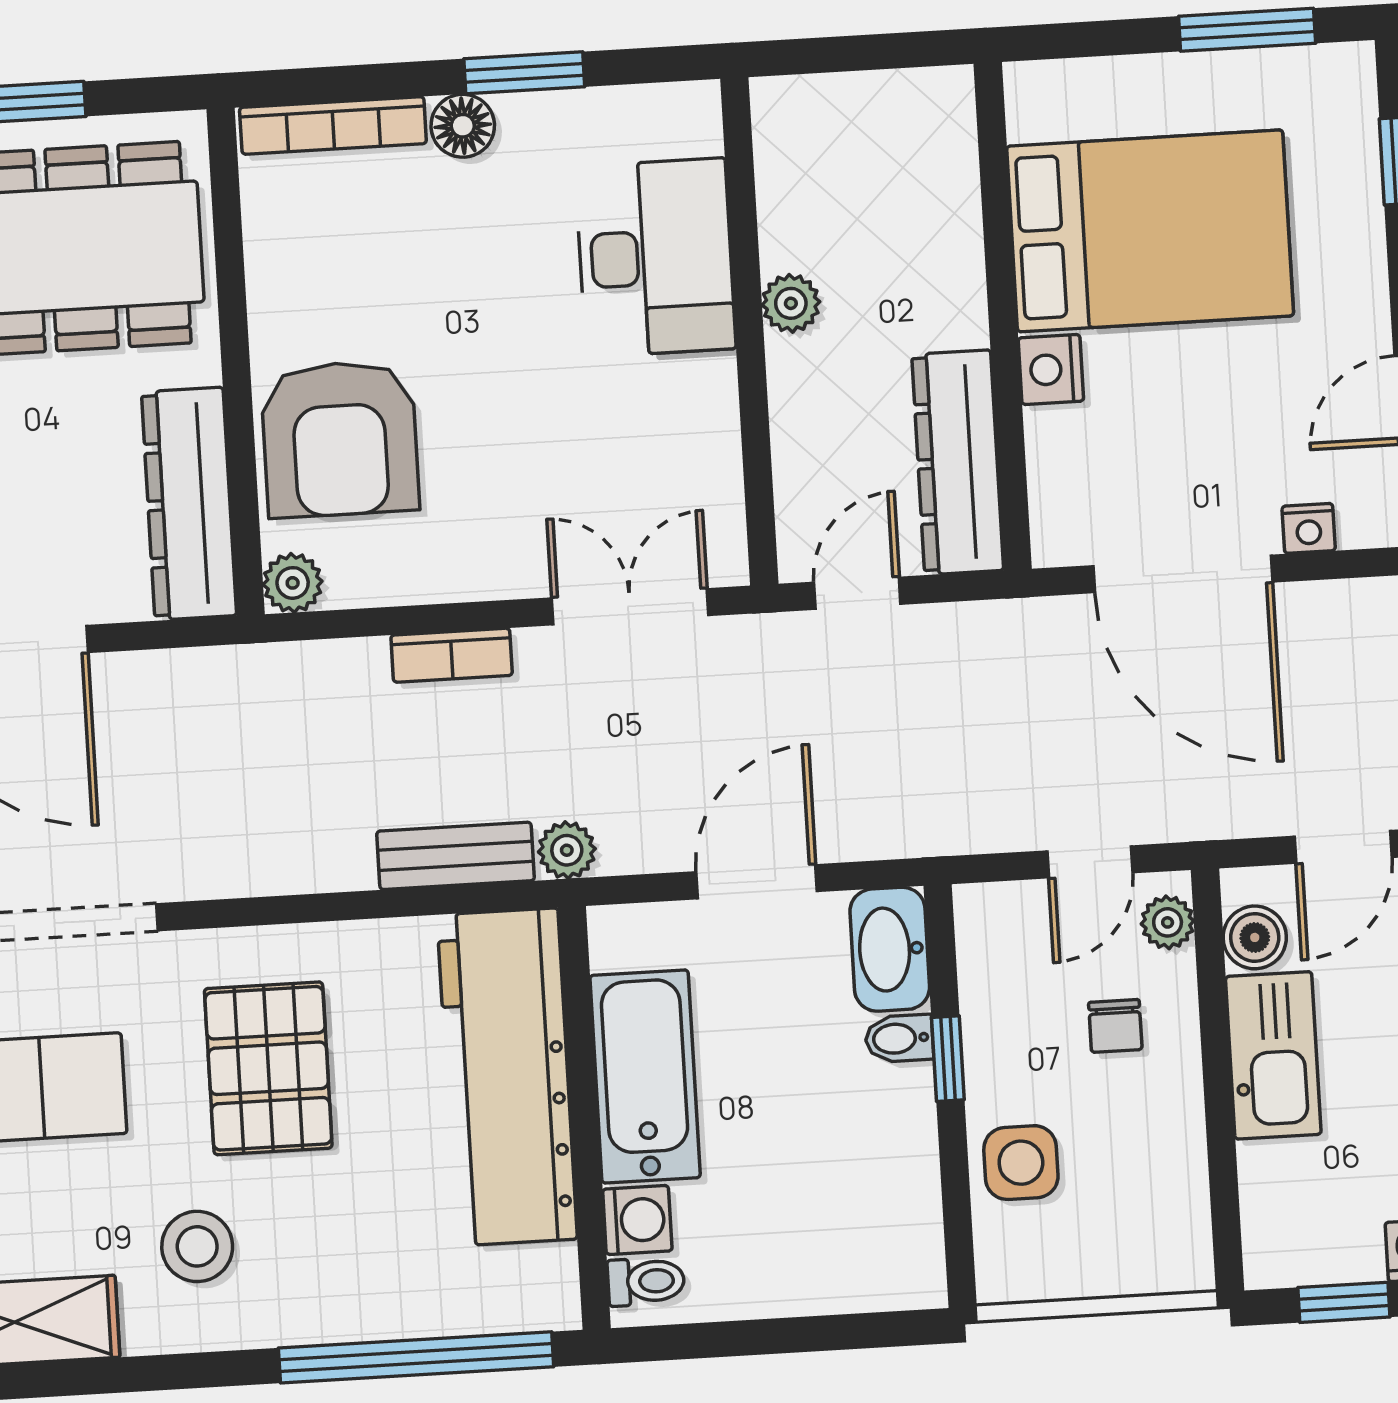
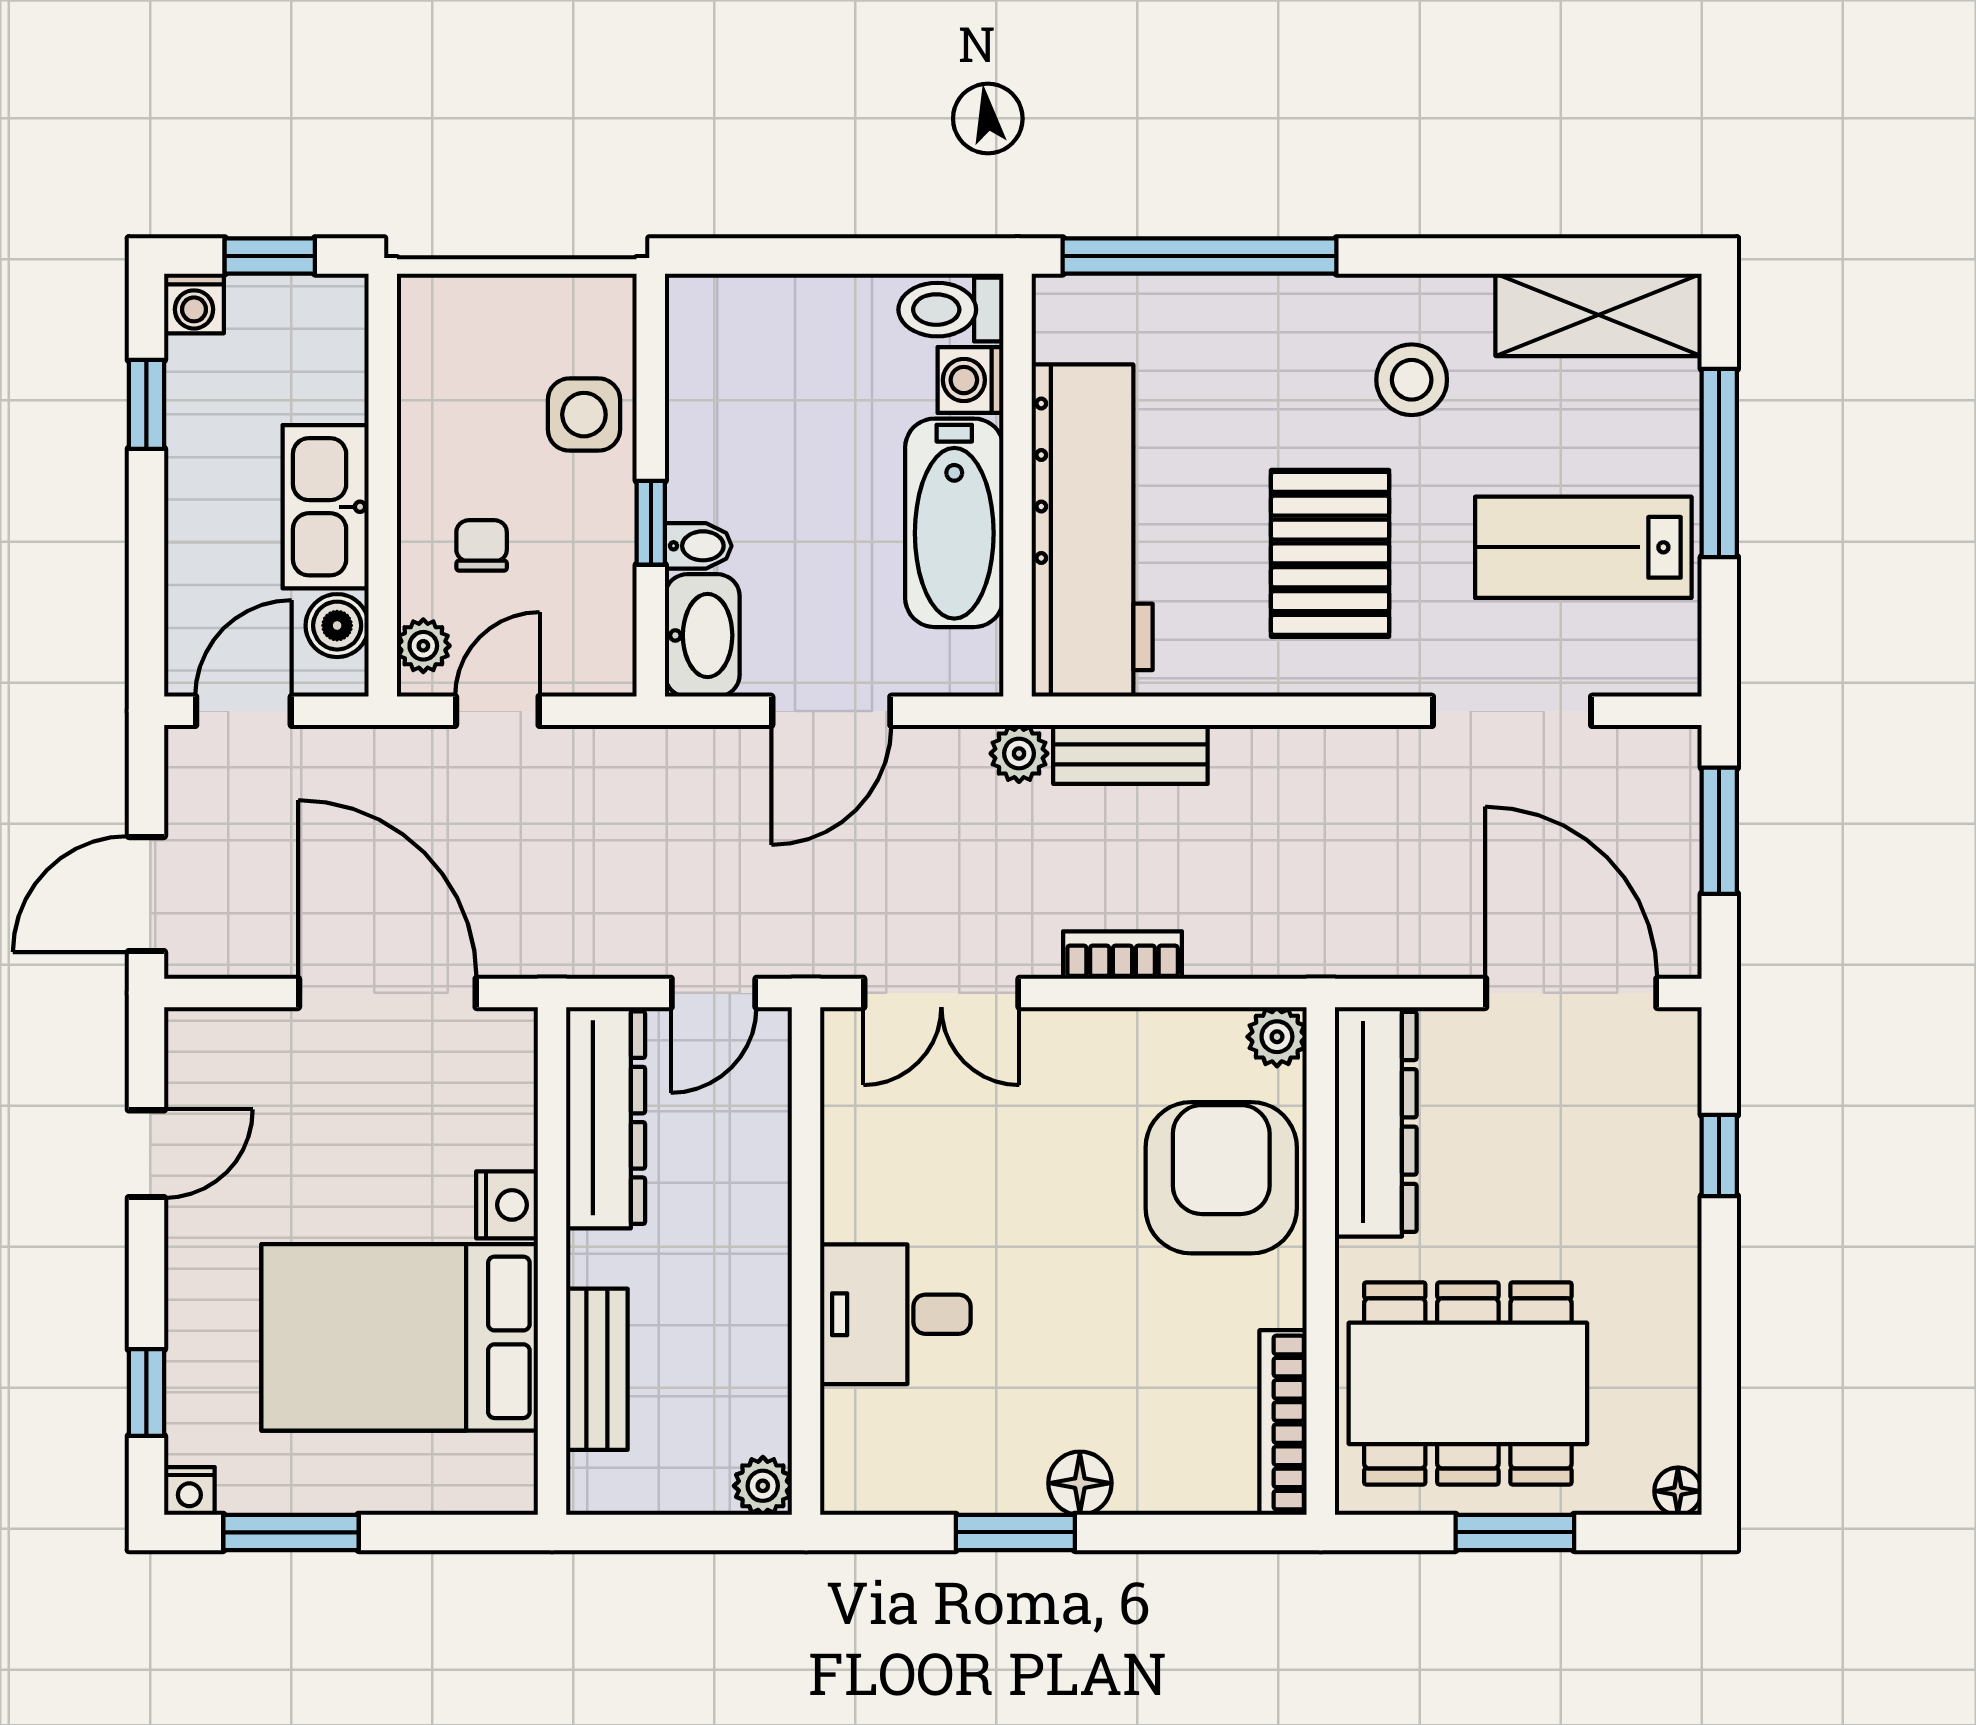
bookcase: (333, 125) -> (1283, 1423), moved, turned -90
bench: (951, 211) -> (597, 1369), added
desk: (655, 257) -> (895, 1314), width x0.73
plant: (791, 303) -> (763, 1486), moved
nightstand: (1309, 528) -> (189, 1491), moved, turned 180
toilet: (646, 1281) -> (951, 310), width x1.37, depth x1.39

